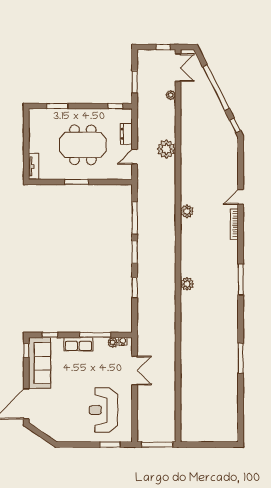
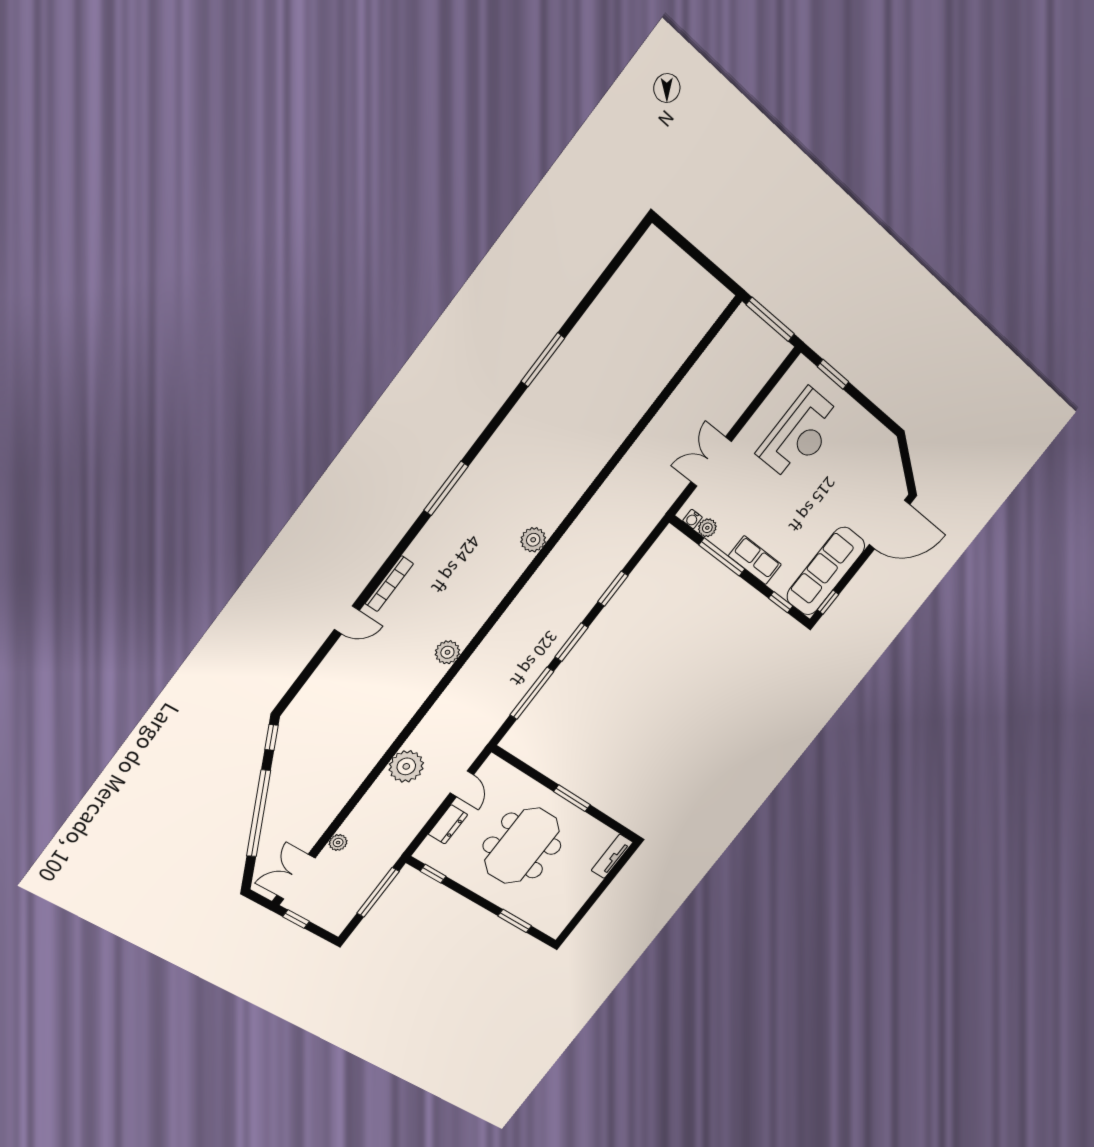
window: (135, 82) -> (378, 892), width x1.44
meeting table: (83, 145) -> (522, 846), turned 90
door: (135, 157) -> (462, 784), hinge flipped

